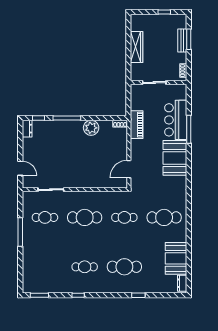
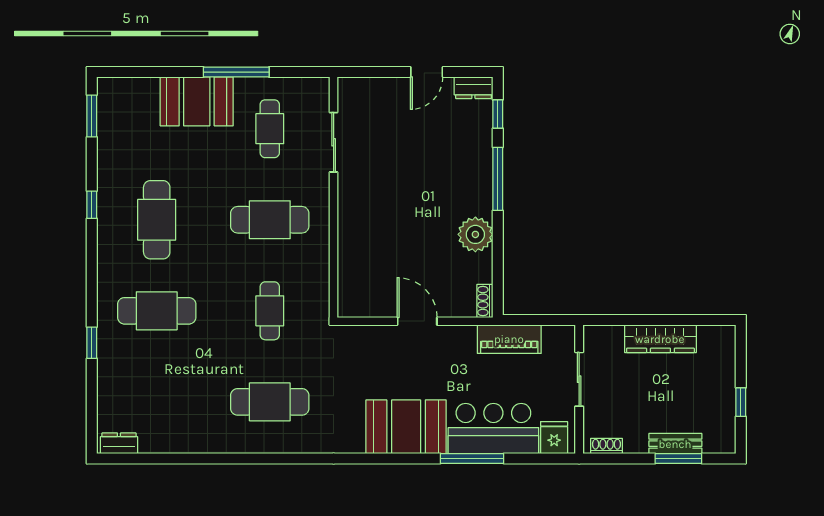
fridge: (180, 93) -> (554, 438), added
piano: (137, 125) -> (509, 339), moved
door: (20, 168) -> (427, 72), moved
door: (129, 169) -> (417, 321), moved
cafe table: (85, 217) -> (270, 220), turned 90
cafe table: (164, 217) -> (270, 402), turned 90
booth: (176, 258) -> (197, 101), moved
cafe table: (85, 267) -> (157, 220), width x1.37, depth x1.35
cafe table: (124, 267) -> (157, 311), turned 90

